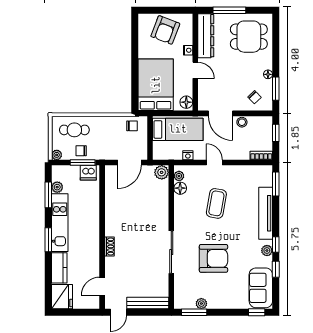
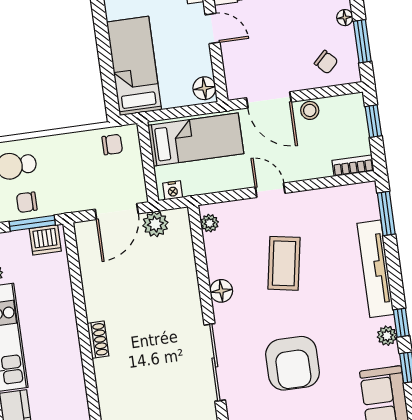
bed: (156, 85) -> (134, 66), width x0.67
nightstand: (188, 155) -> (173, 190), moved
plant: (162, 172) -> (155, 224), moved
floor lamp: (180, 188) -> (221, 291), moved
shoe rack: (109, 246) -> (98, 340), moved
armchair: (213, 258) -> (293, 363), turned 90

